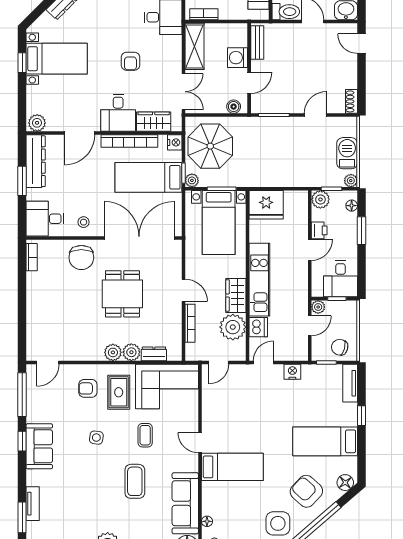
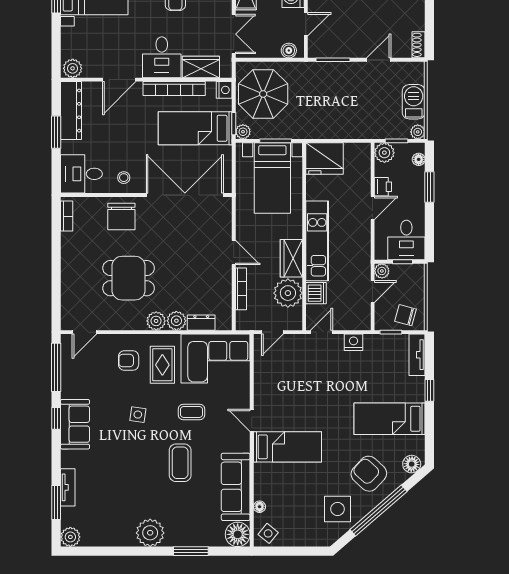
dining table: (122, 294) -> (129, 278), moved, turned 90
coffee table: (145, 435) -> (191, 412), turned 90

